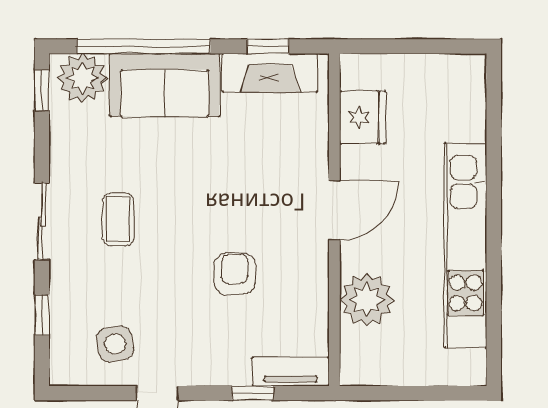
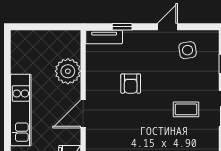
coffee table: (118, 219) -> (186, 109), turned 90
kitchen unit: (466, 246) -> (21, 110), width x0.73

